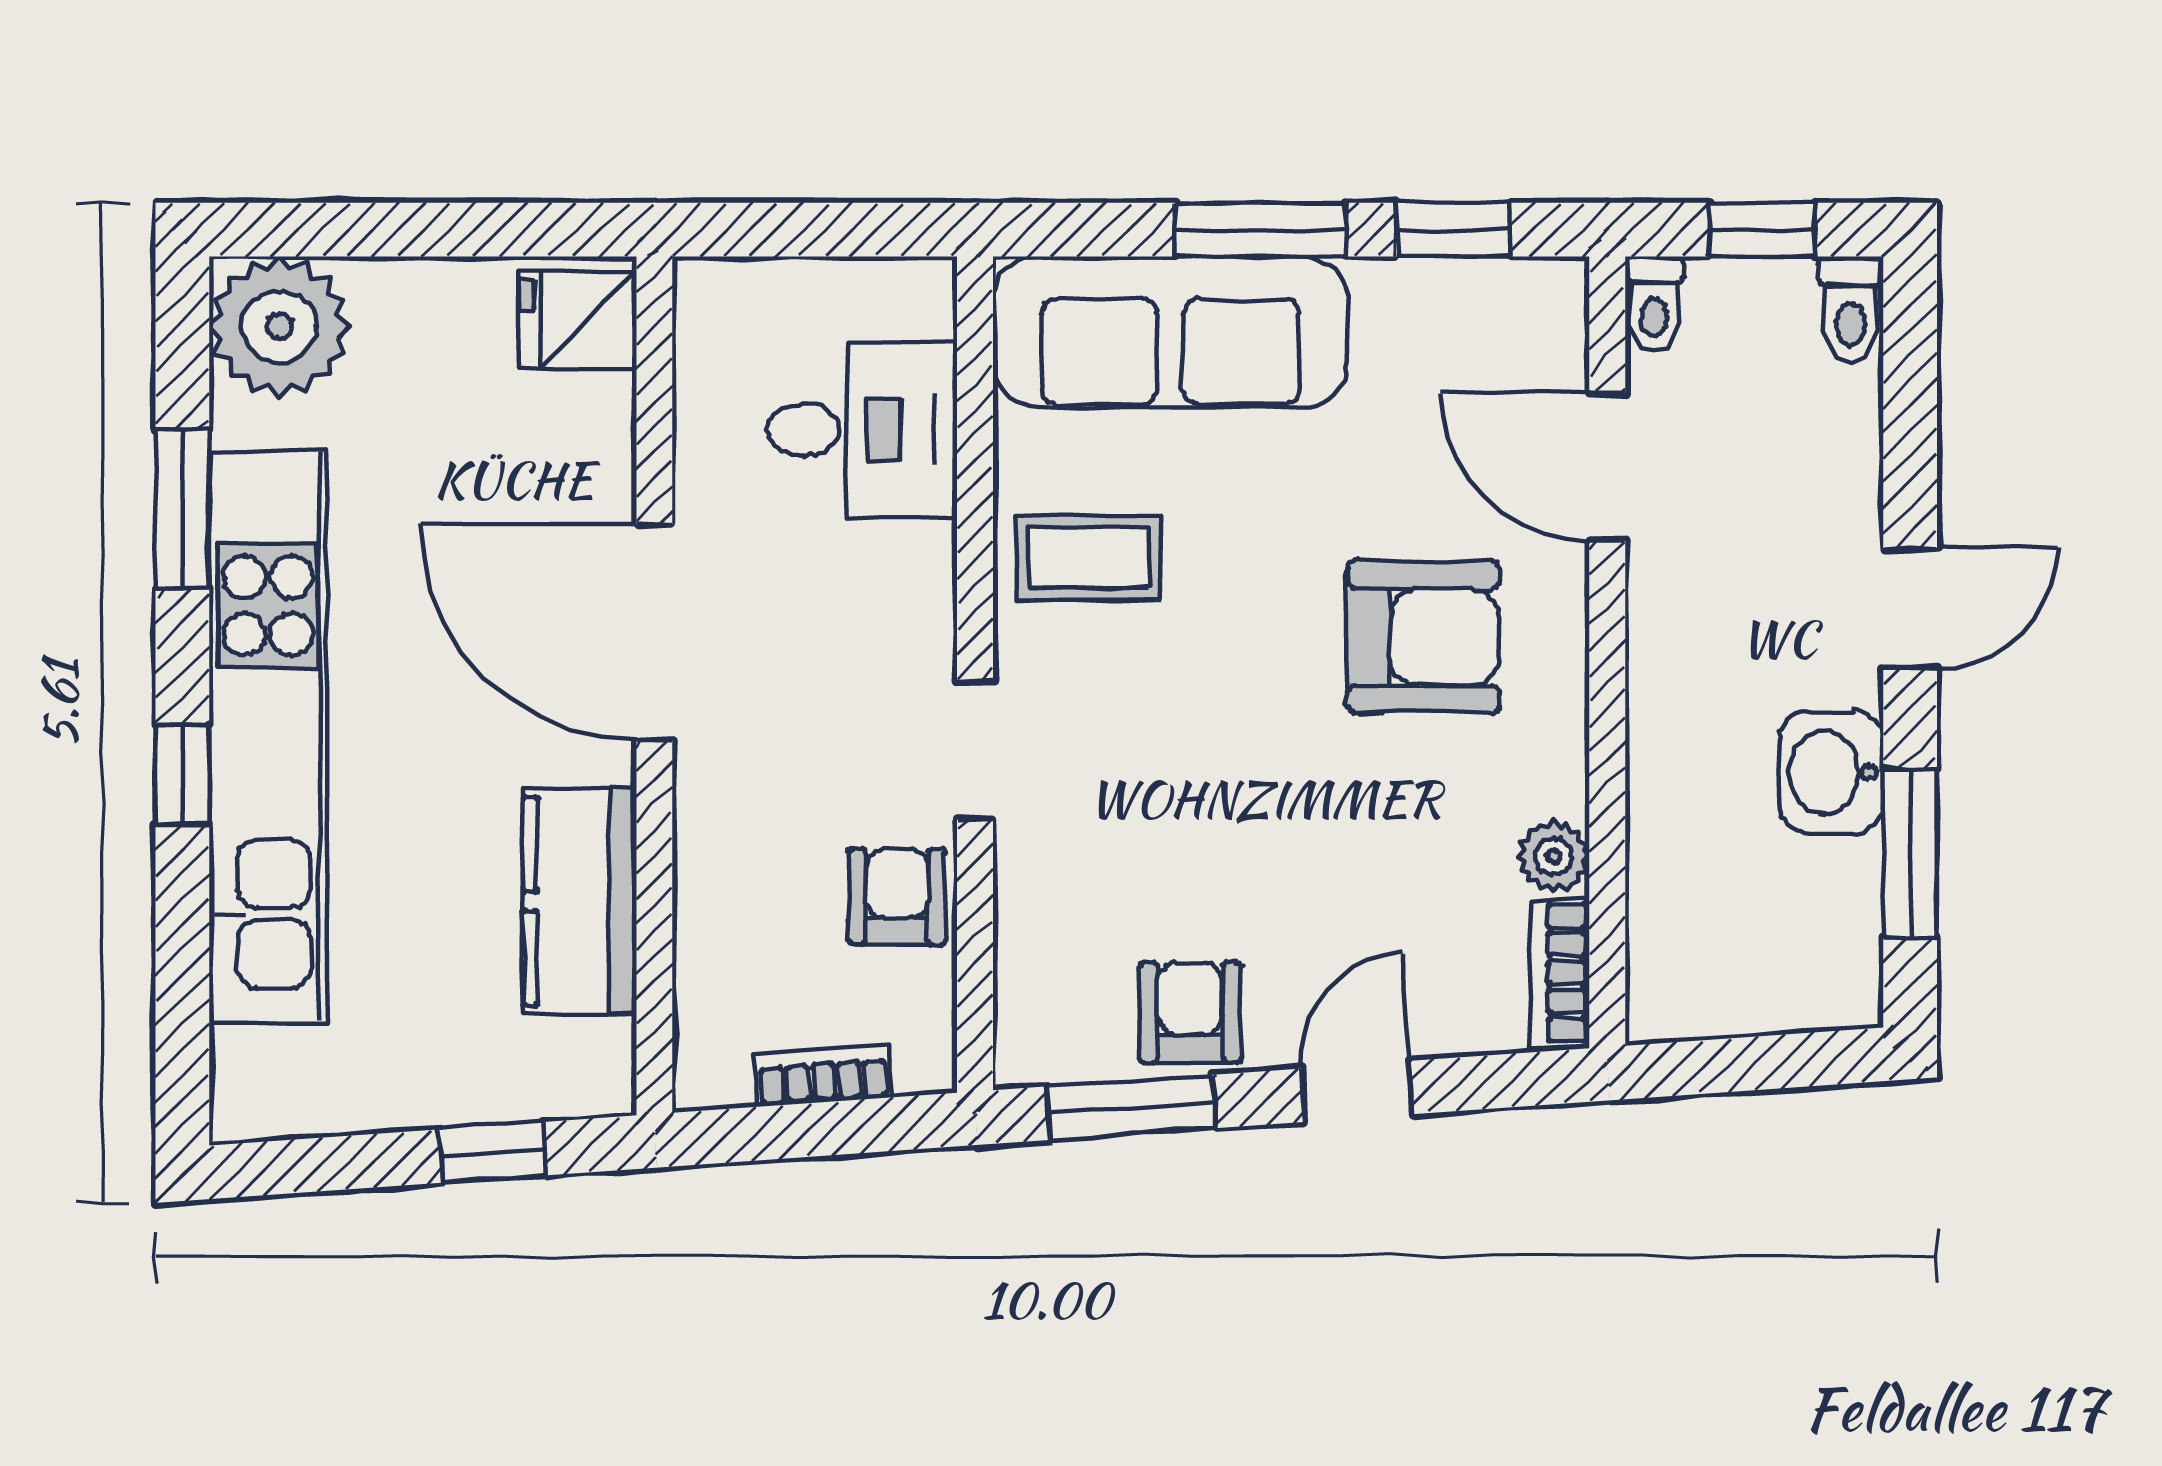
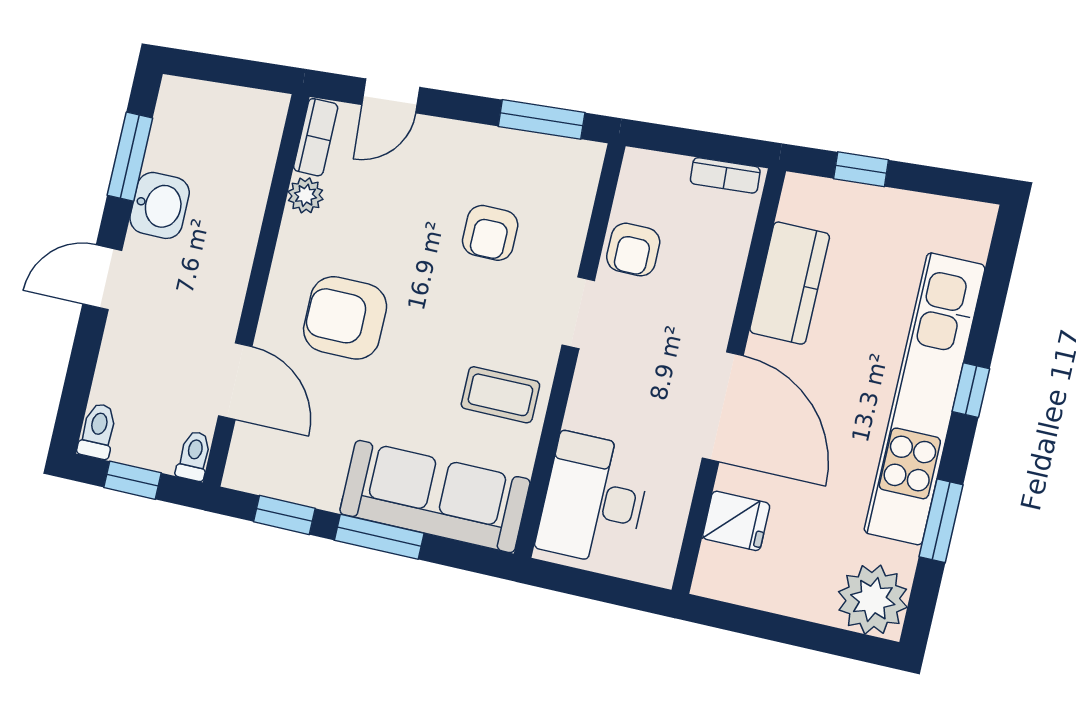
fridge: (578, 320) -> (736, 521), moved
desk: (862, 430) -> (594, 499), width x1.37
armchair: (1190, 1012) -> (490, 233), moved
bookcase: (823, 1075) -> (725, 175), moved
door: (1357, 1091) -> (391, 96), moved

